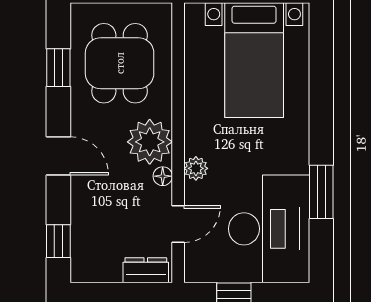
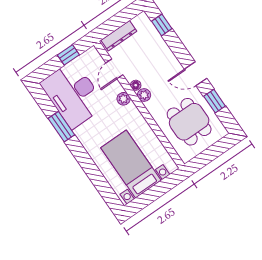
plant: (150, 142) -> (144, 95), width x0.53, depth x0.53
door: (58, 156) -> (196, 74), moved
dresser: (146, 270) -> (119, 36), width x1.44

